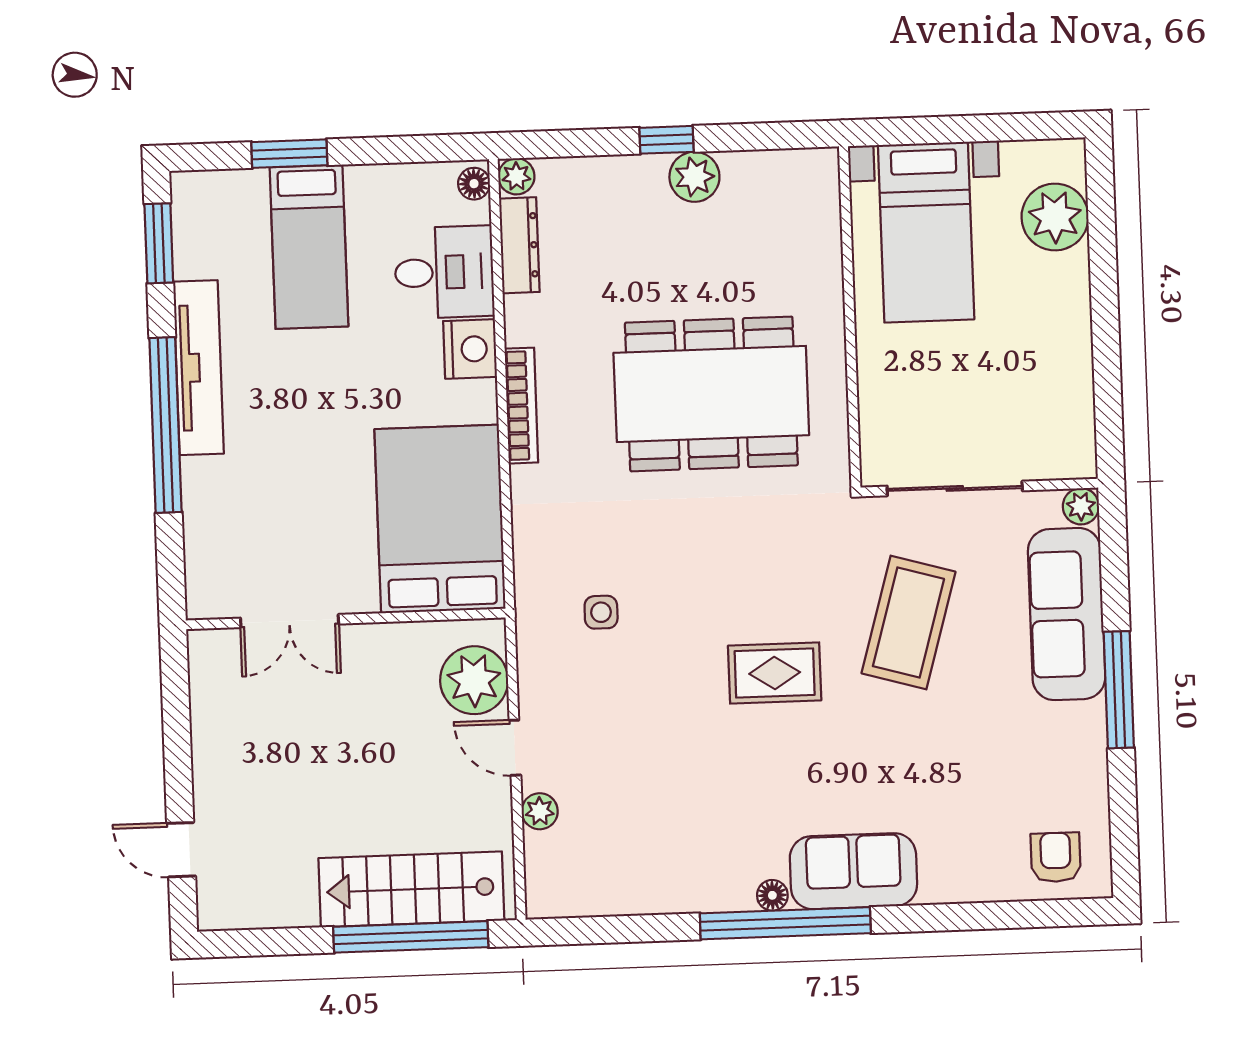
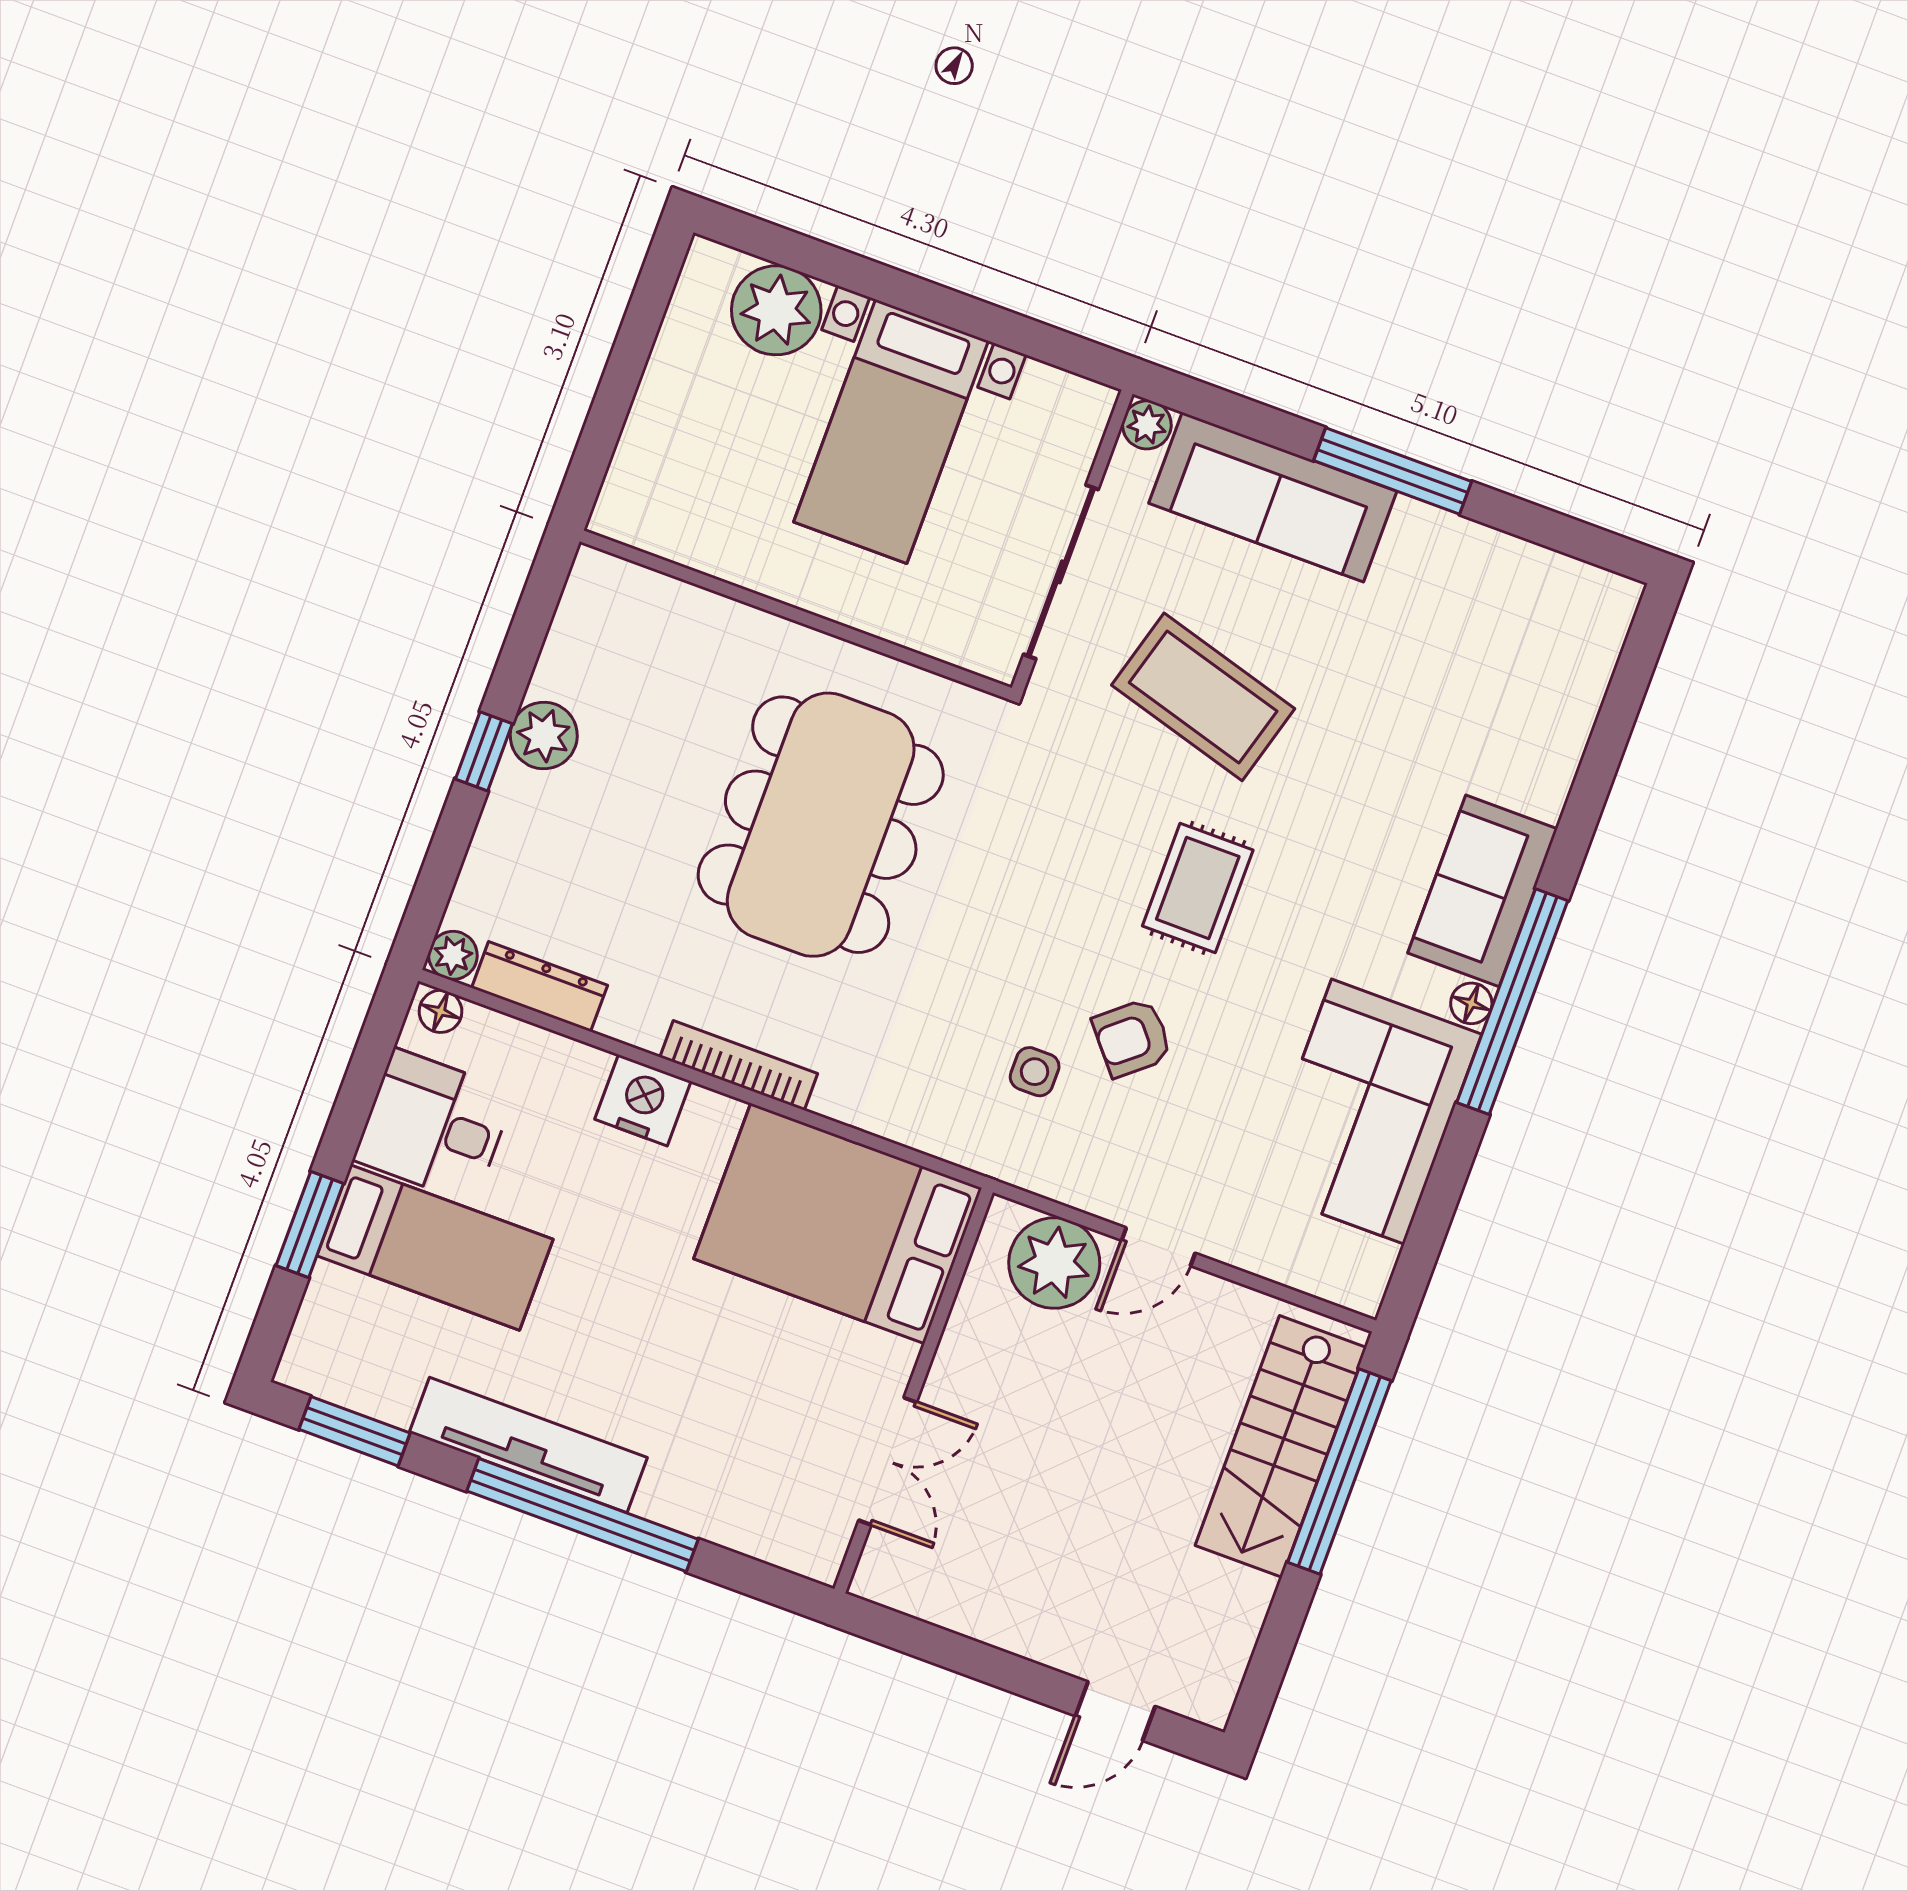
bed with nightstands: (926, 232) -> (891, 431), moved, turned 90
desk: (444, 272) -> (434, 1126), moved, turned -90
plant: (540, 811) -> (1249, 1248), removed
corner sofa: (668, 855) -> (1368, 1112), added
armchair: (1056, 857) -> (1132, 1038), moved, turned -40

